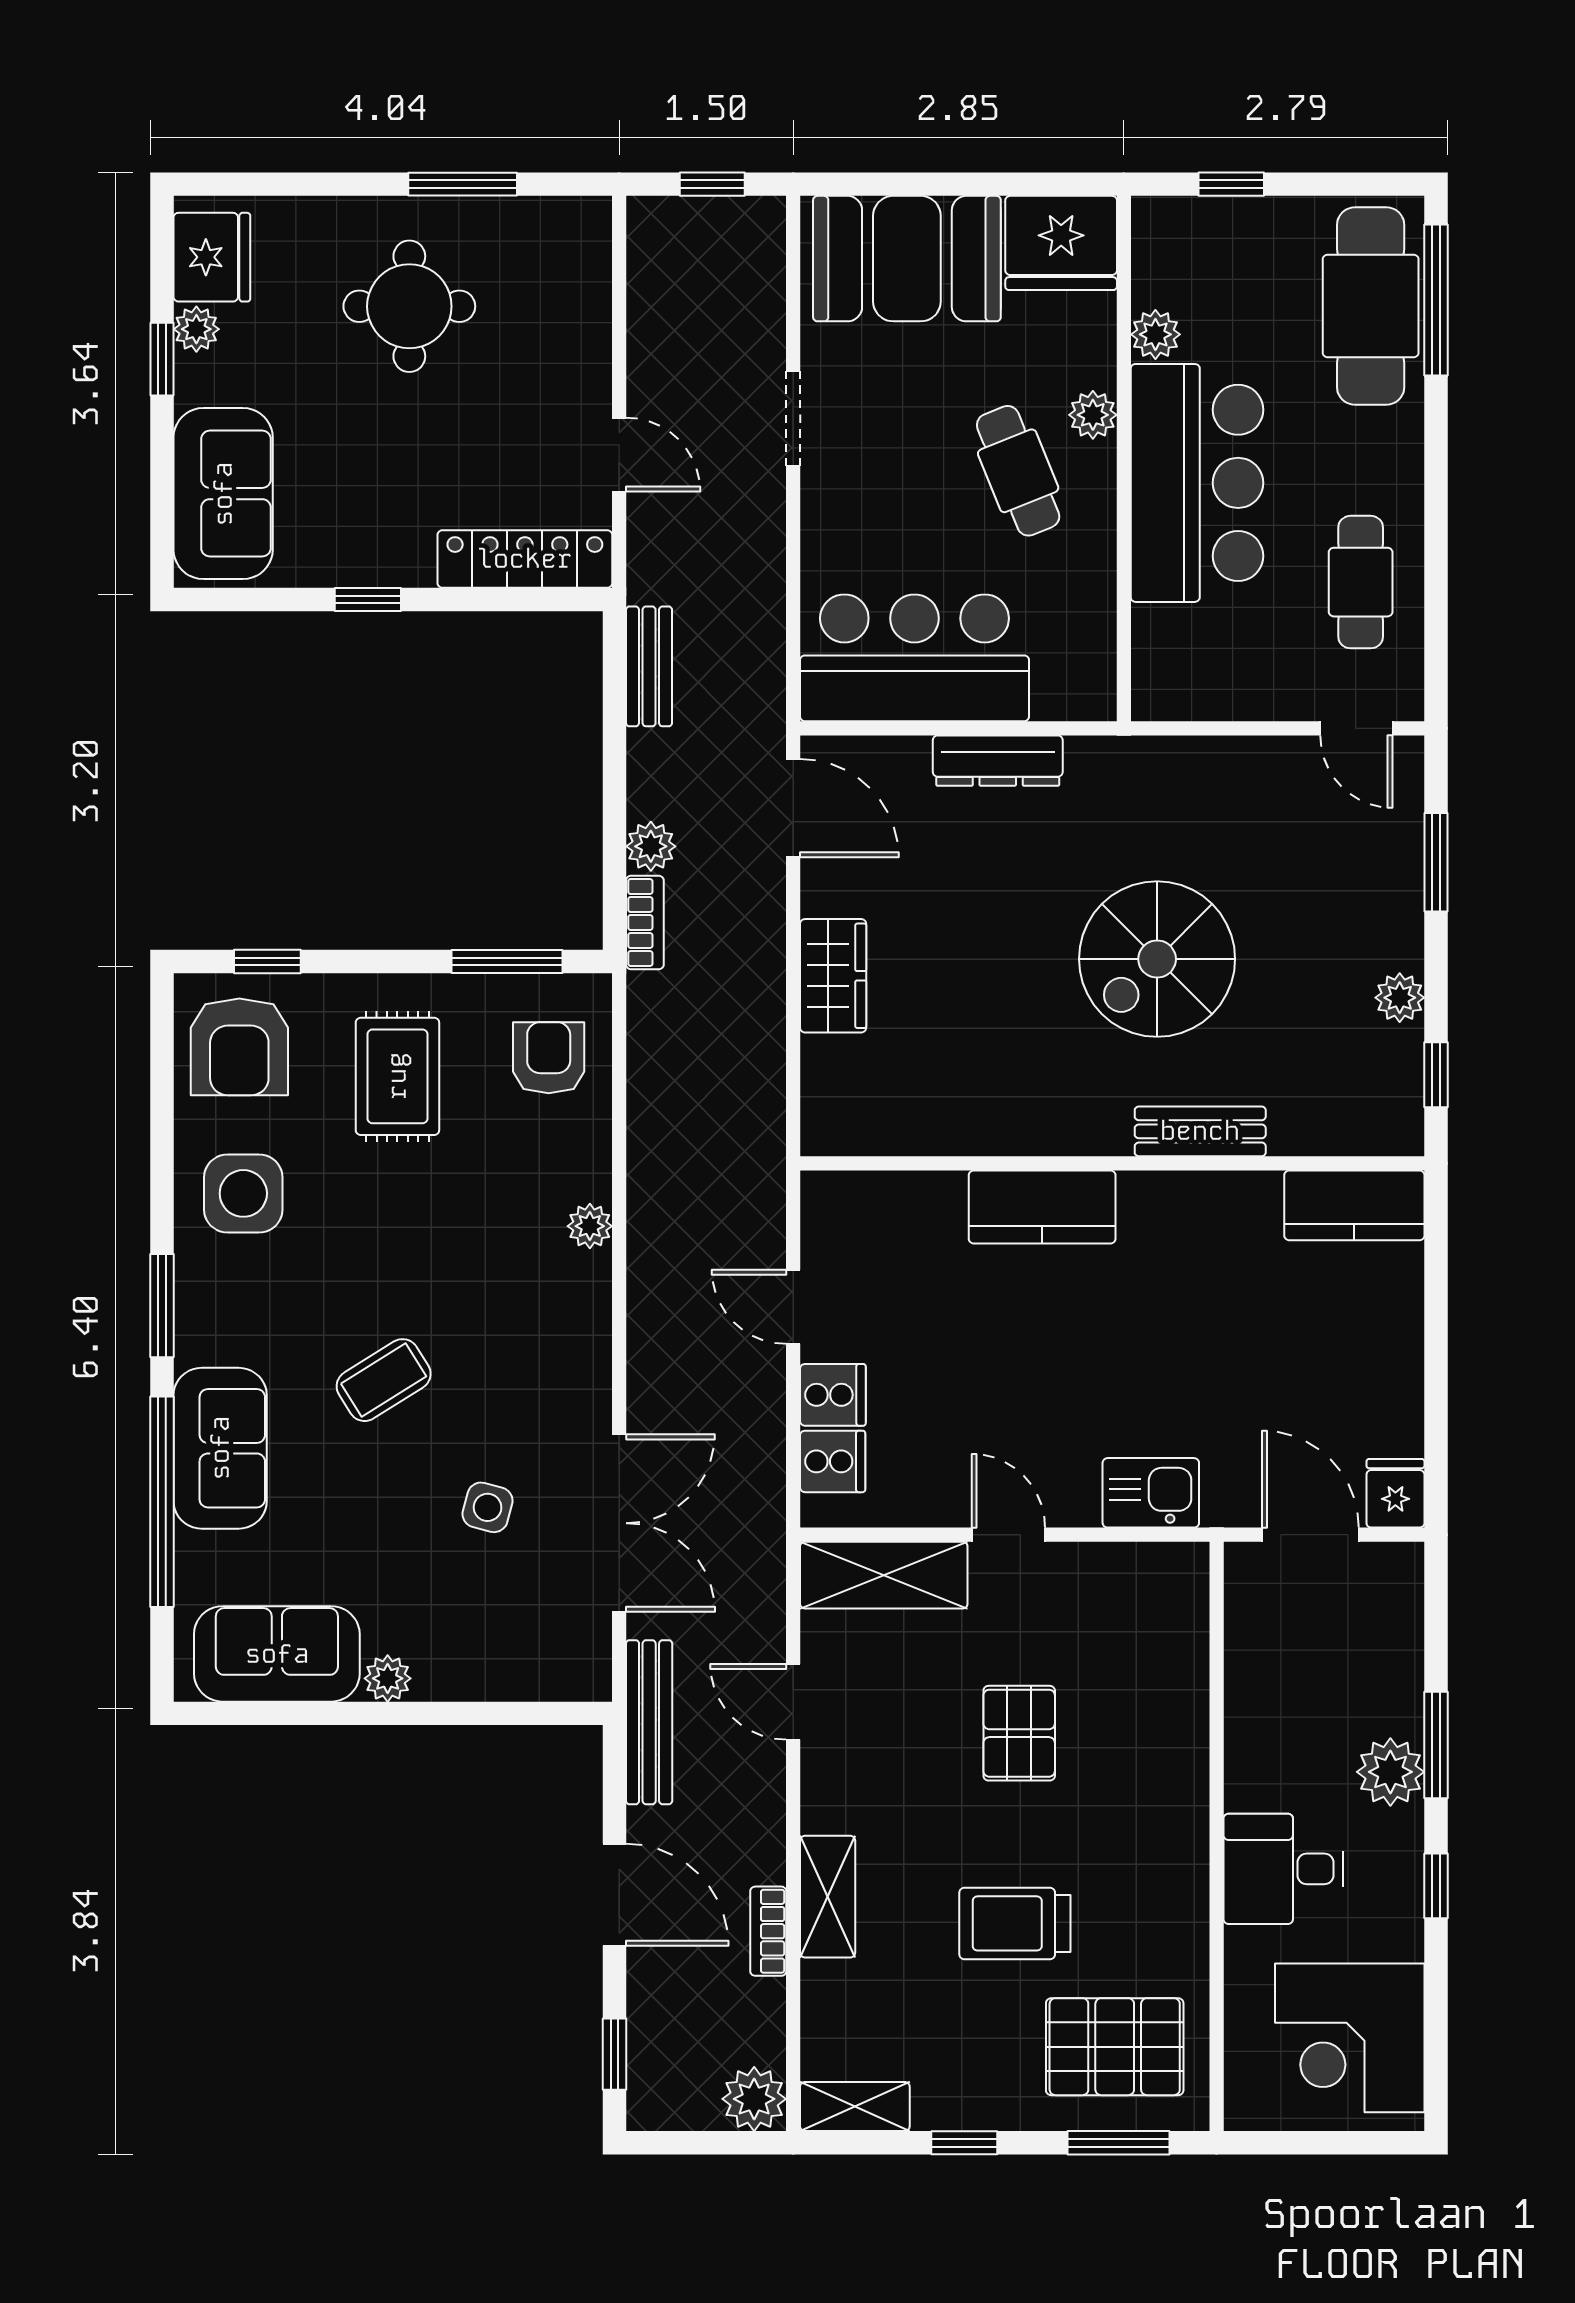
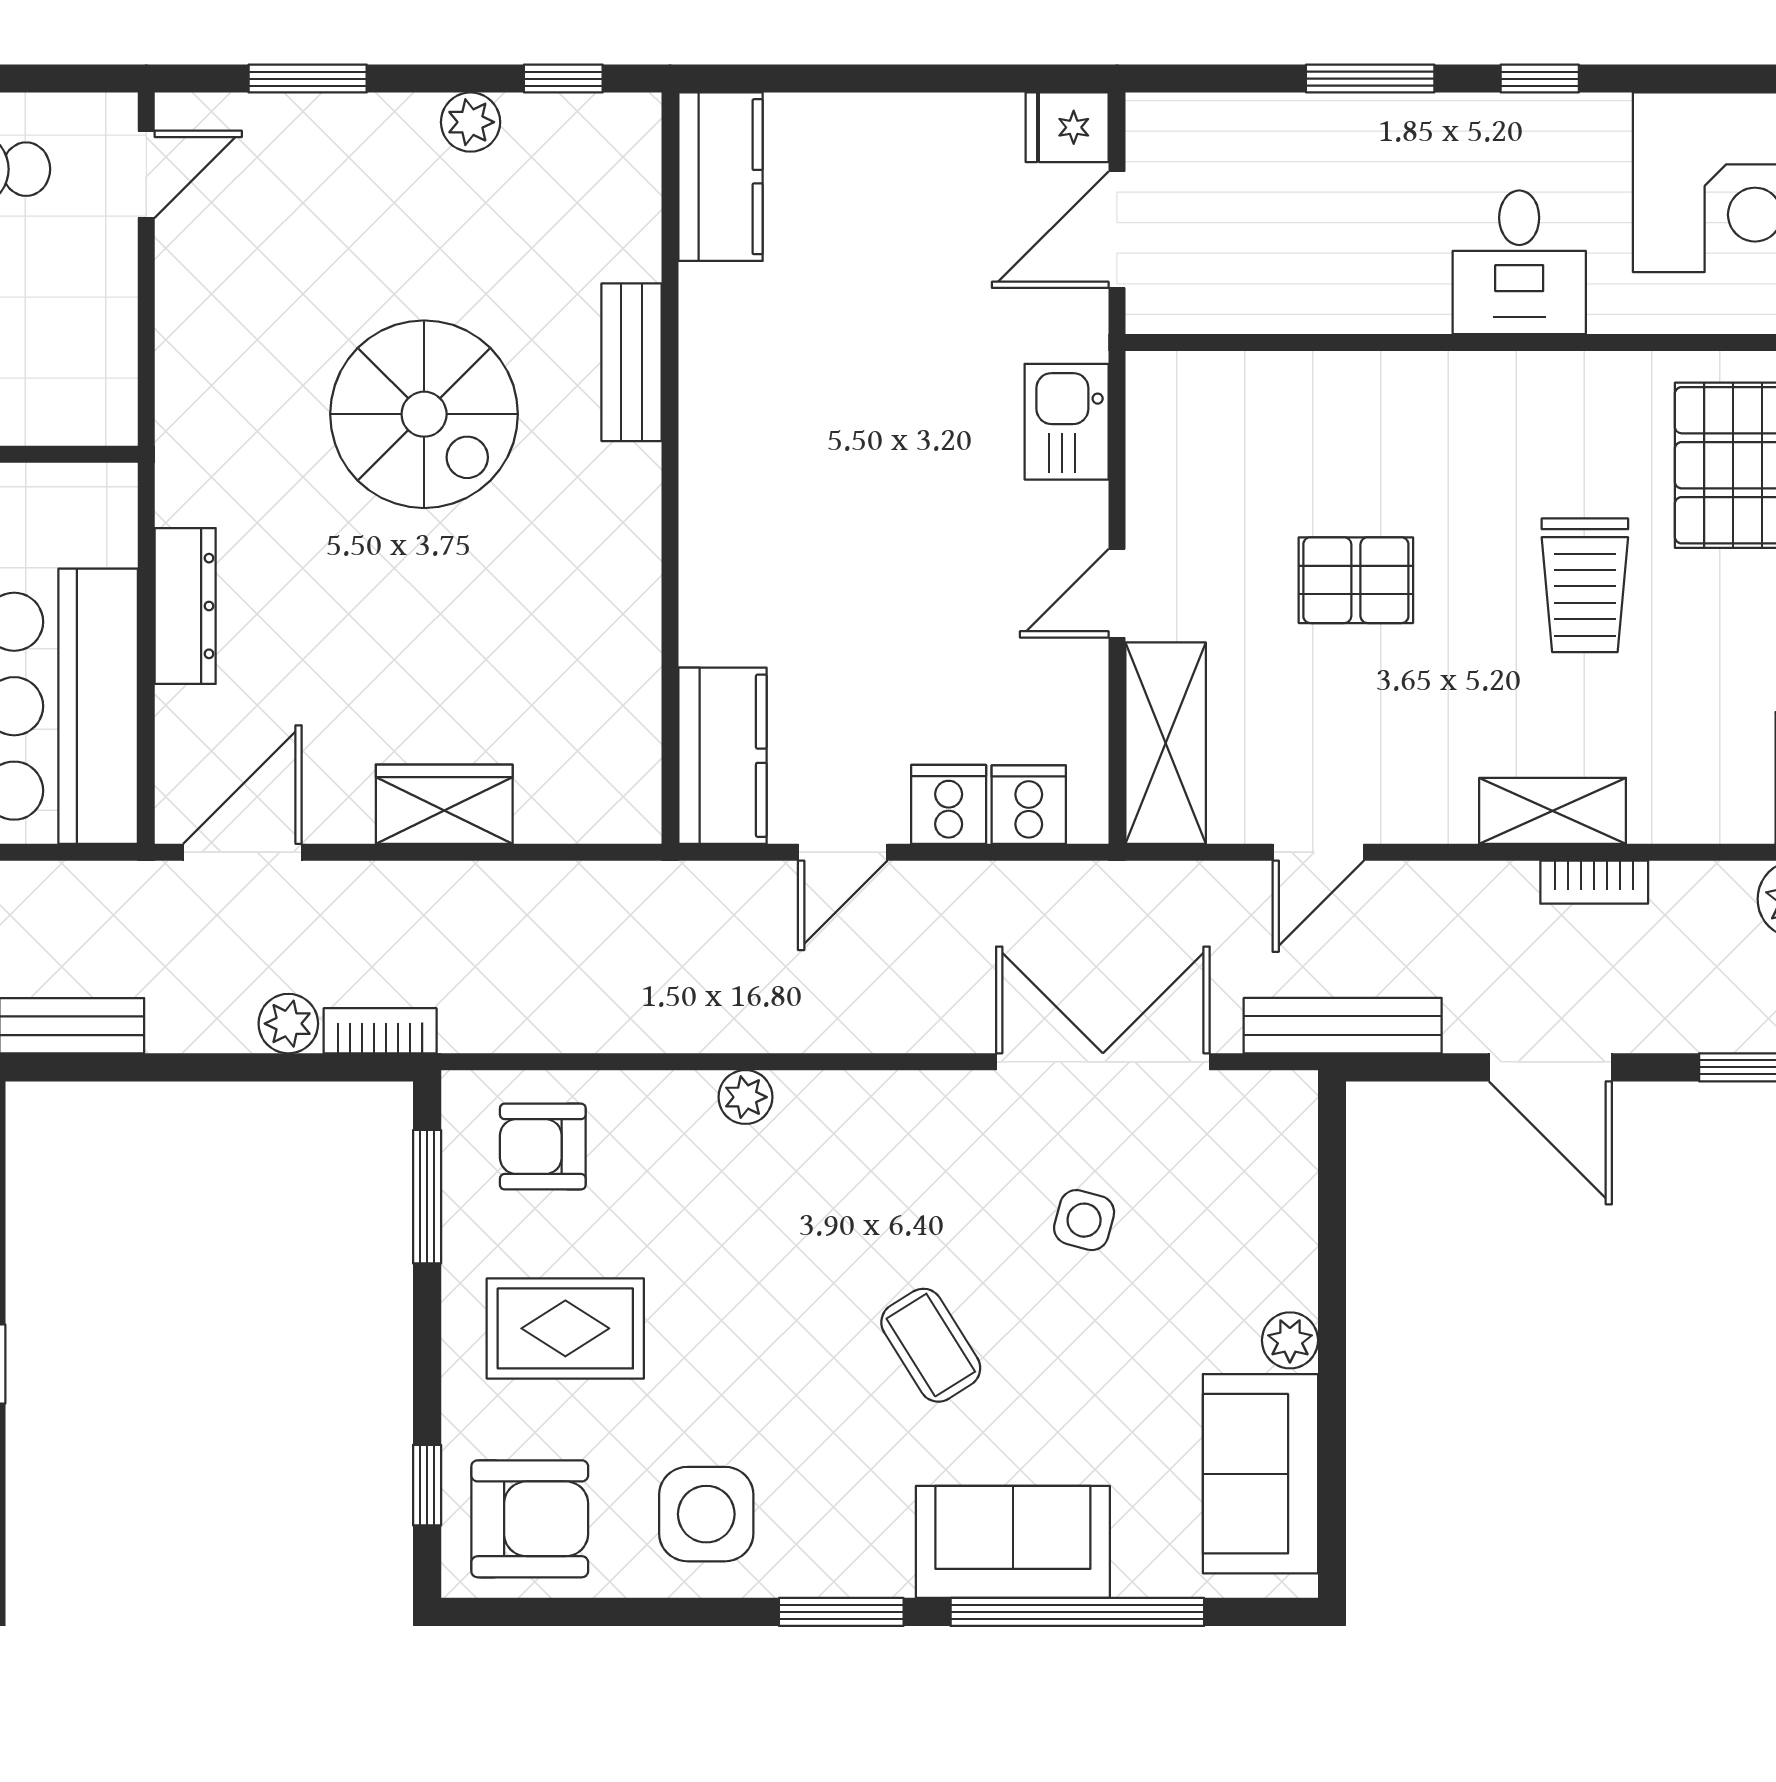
kitchen counter: (1042, 1207) -> (722, 756), moved
plant: (1390, 1772) -> (1403, 133), removed
door: (614, 1895) -> (1550, 1067), swing flipped

